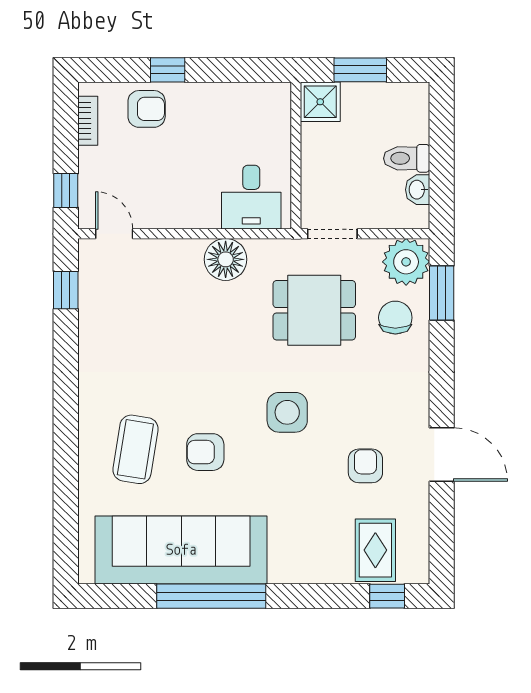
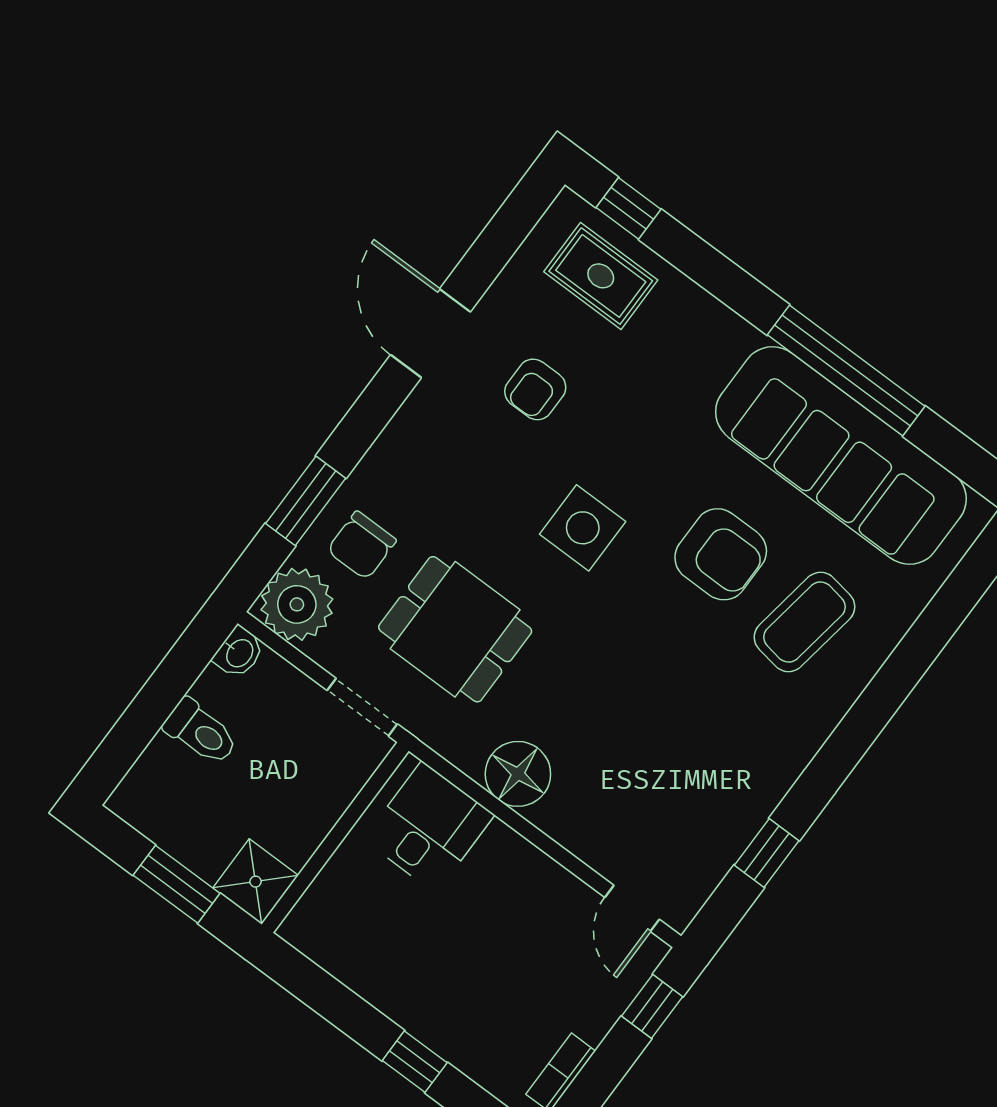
armchair: (147, 109) -> (477, 1033), removed
washbasin: (418, 190) -> (239, 653), moved
window: (66, 290) -> (767, 853), moved
window: (442, 293) -> (306, 501), moved
armchair: (205, 452) -> (721, 554), width x1.38, depth x1.38
rug: (375, 550) -> (601, 276), turned 90

